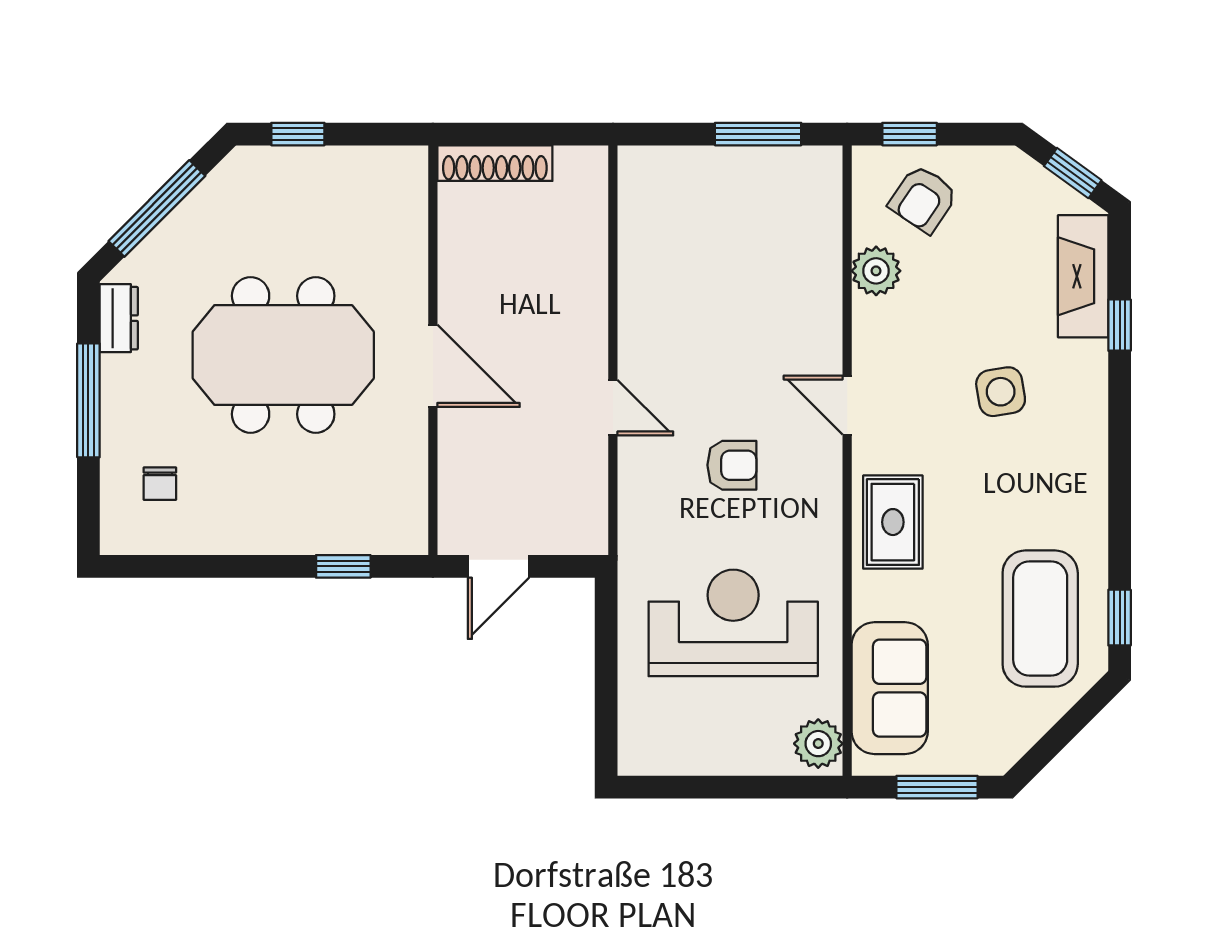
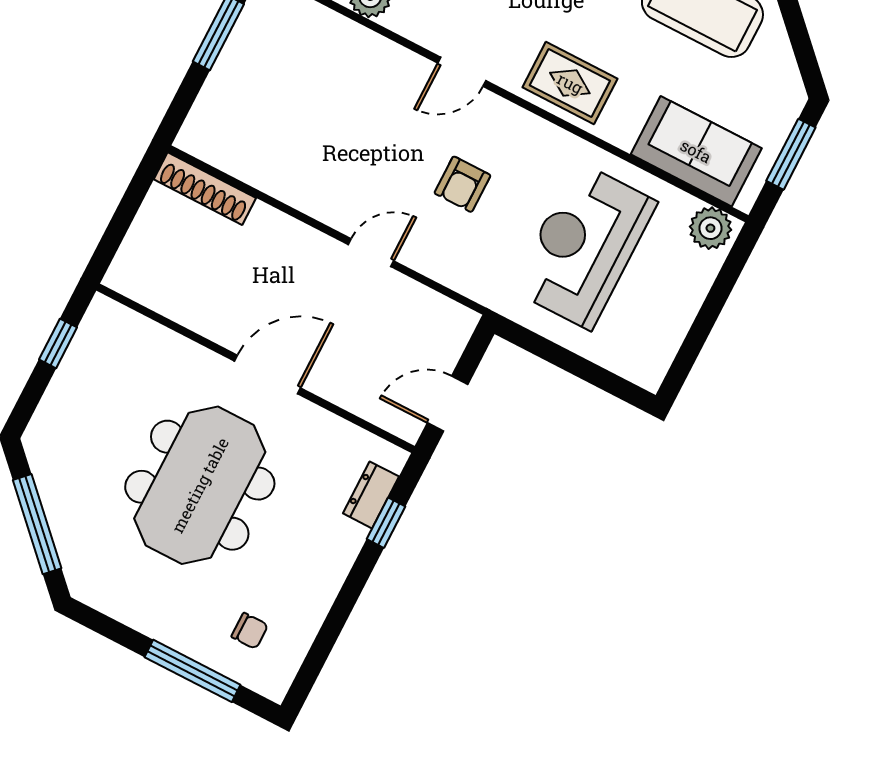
window: (298, 134) -> (58, 343), moved
shoe rack: (495, 163) -> (205, 189), moved, turned 90
dresser: (119, 318) -> (371, 495), moved, turned -90
window: (88, 400) -> (193, 671), moved
armchair: (732, 465) -> (462, 184), turned 180
door: (498, 566) -> (448, 404), swing flipped

